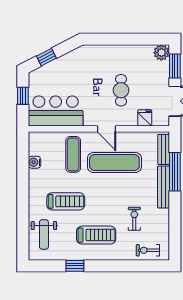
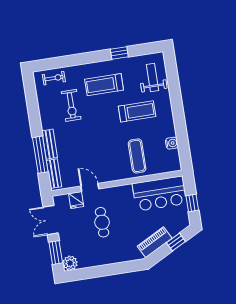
piano: (69, 60) -> (155, 242), added
door: (106, 129) -> (90, 187), moved
exercise mat: (114, 163) -> (98, 154), removed
bench: (163, 187) -> (50, 144), width x0.73
treadmill: (66, 201) -> (137, 111), turned 180
exercise bike: (134, 219) -> (71, 105), width x1.38, depth x1.39

